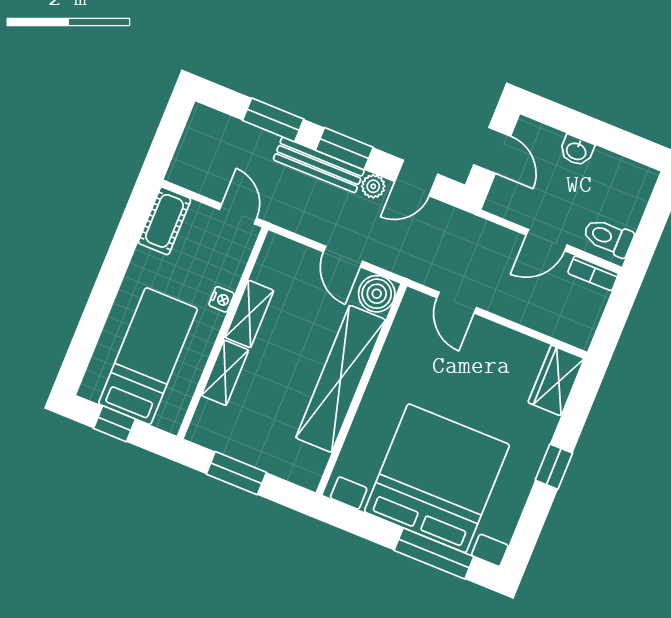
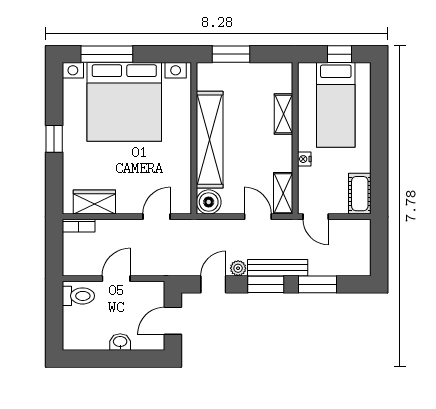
door: (492, 150) -> (173, 321), hinge flipped
door: (343, 256) -> (258, 217), moved
bookcase: (593, 273) -> (79, 226), moved, turned 180
door: (457, 303) -> (156, 217), hinge flipped
shelving: (249, 314) -> (283, 193), moved
wardrobe: (556, 381) -> (94, 202), moved, turned -90
window: (236, 473) -> (231, 54), moved

